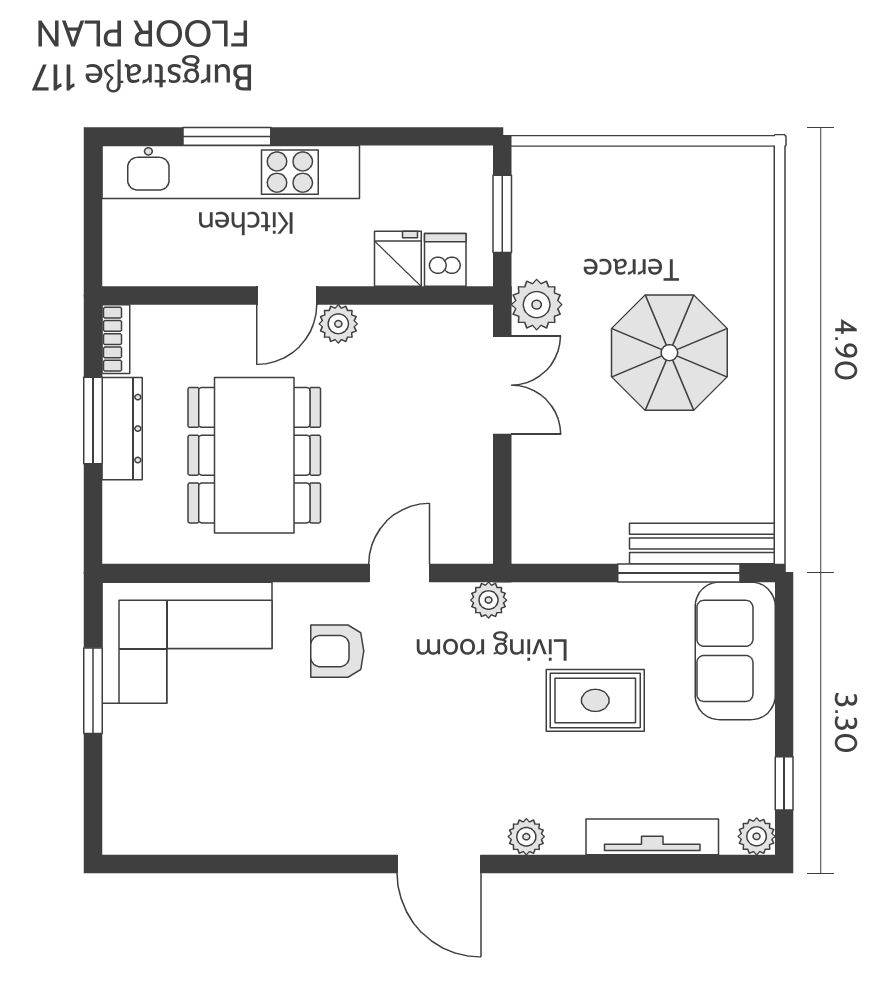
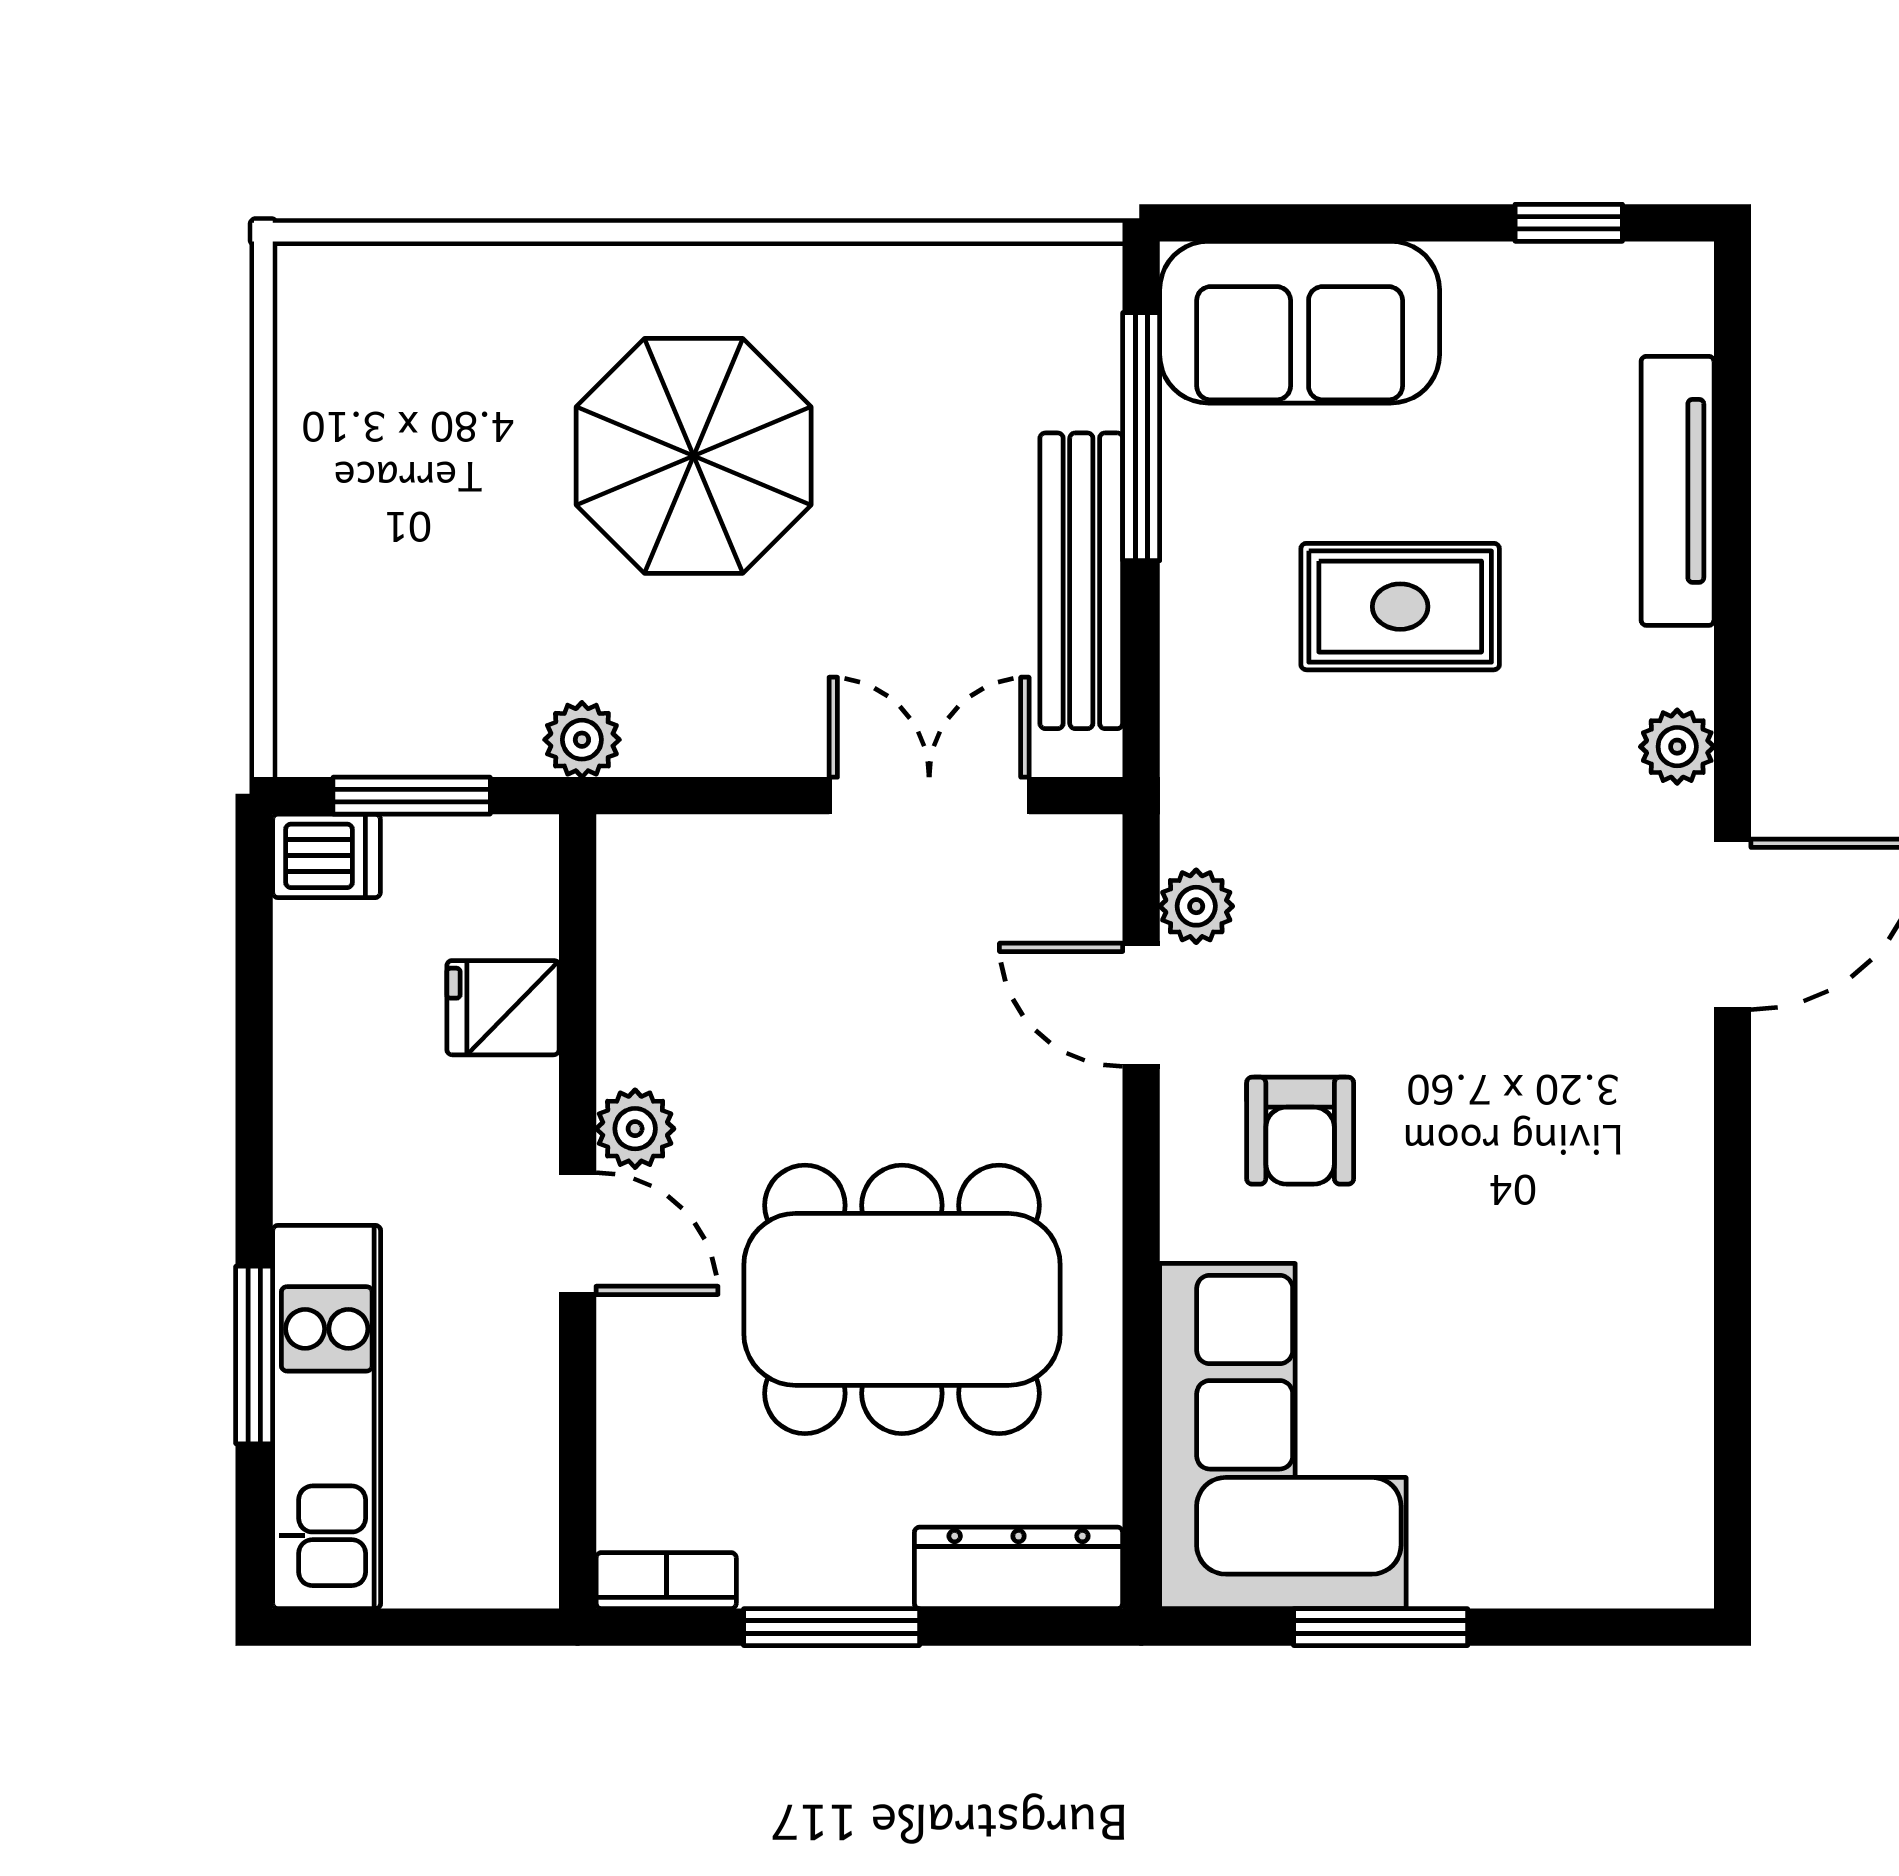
kitchen unit: (231, 172) -> (327, 1417), width x0.73
dishwasher: (445, 260) -> (327, 856), moved, turned 180
plant: (537, 305) -> (582, 740), width x0.73, depth x0.73
double door: (502, 385) -> (929, 796), moved
dresser: (122, 429) -> (1019, 1568), moved
bench: (702, 543) -> (1081, 581), moved
plant: (489, 600) -> (1196, 906), moved
rug: (595, 700) -> (1400, 607), turned 90
plant: (757, 836) -> (1676, 279), removed

